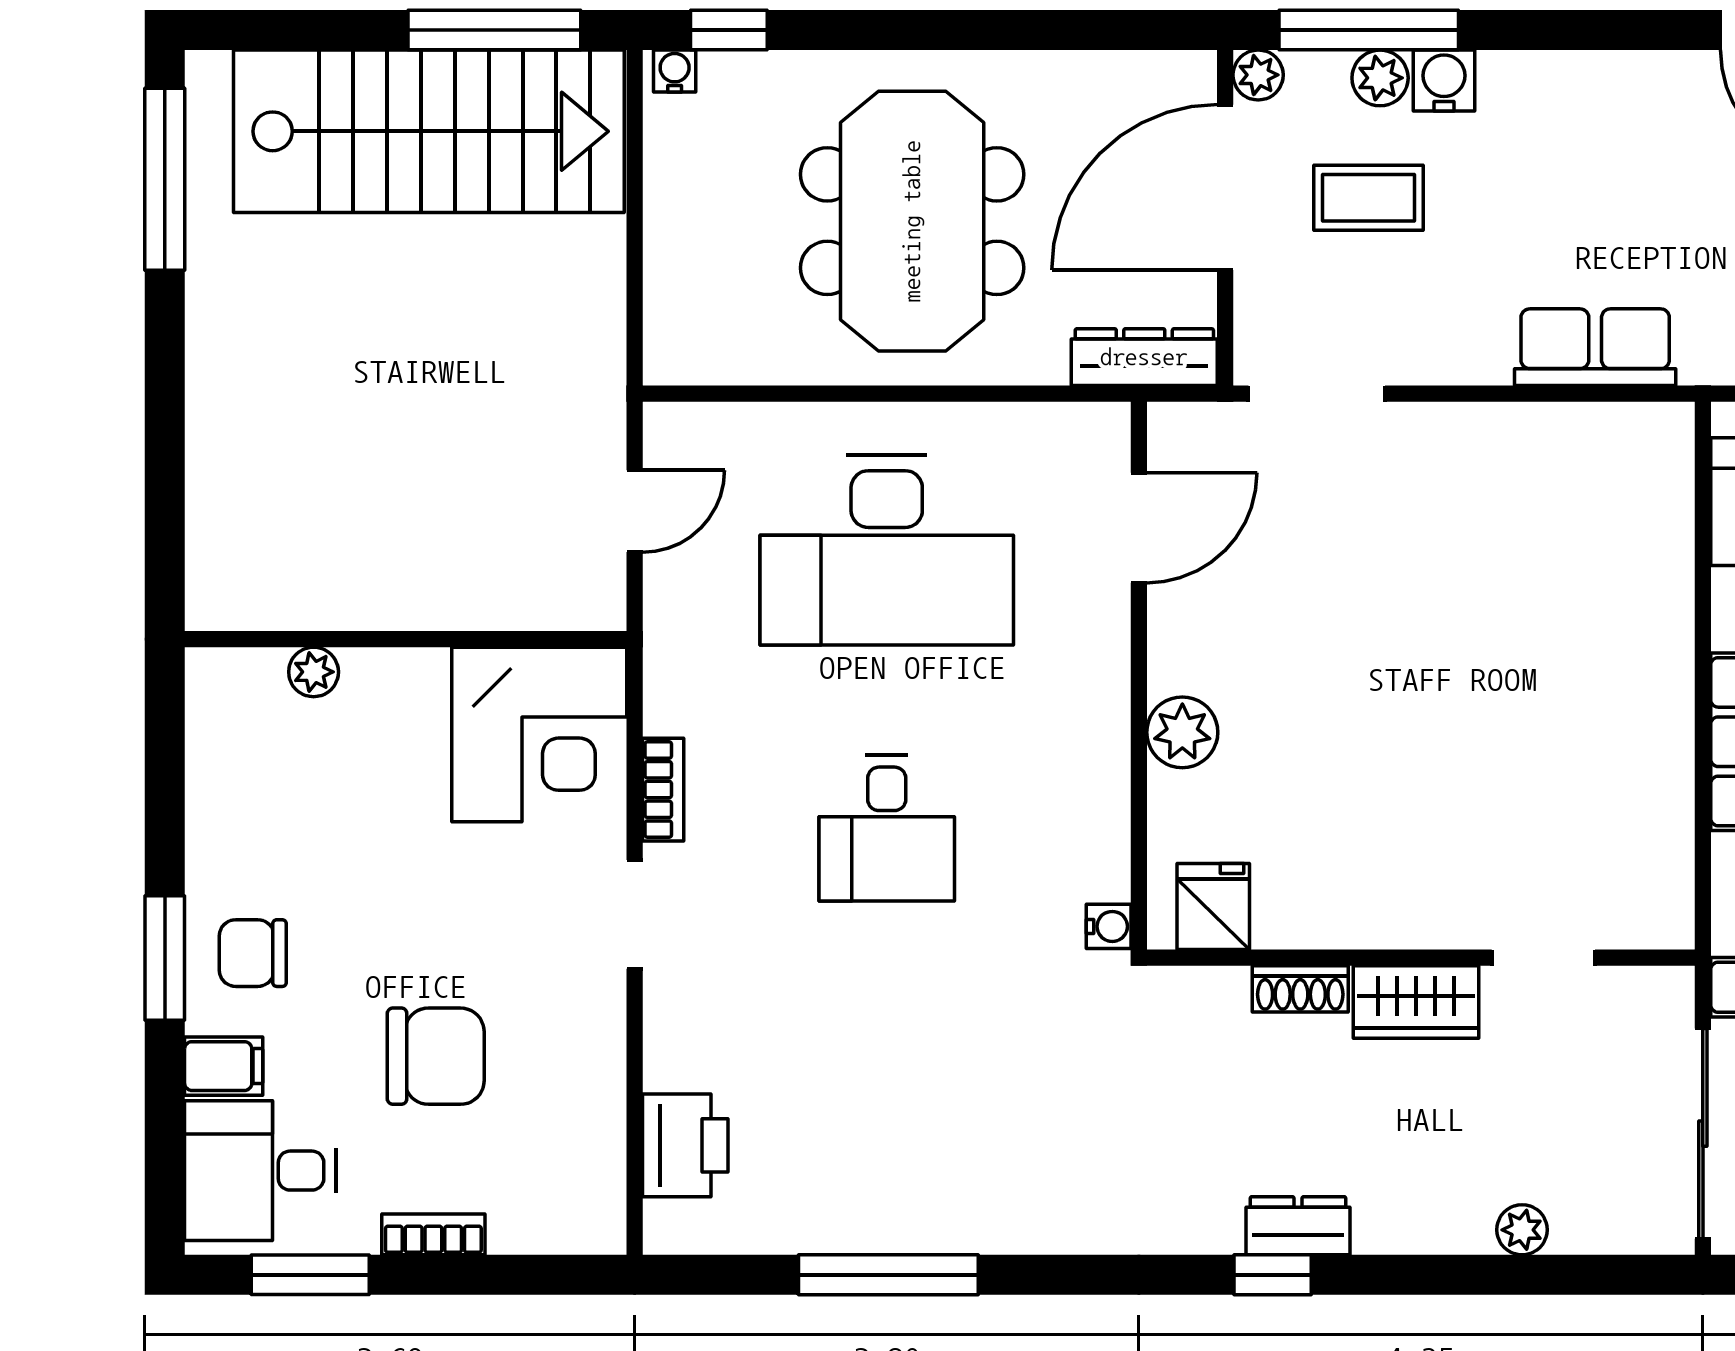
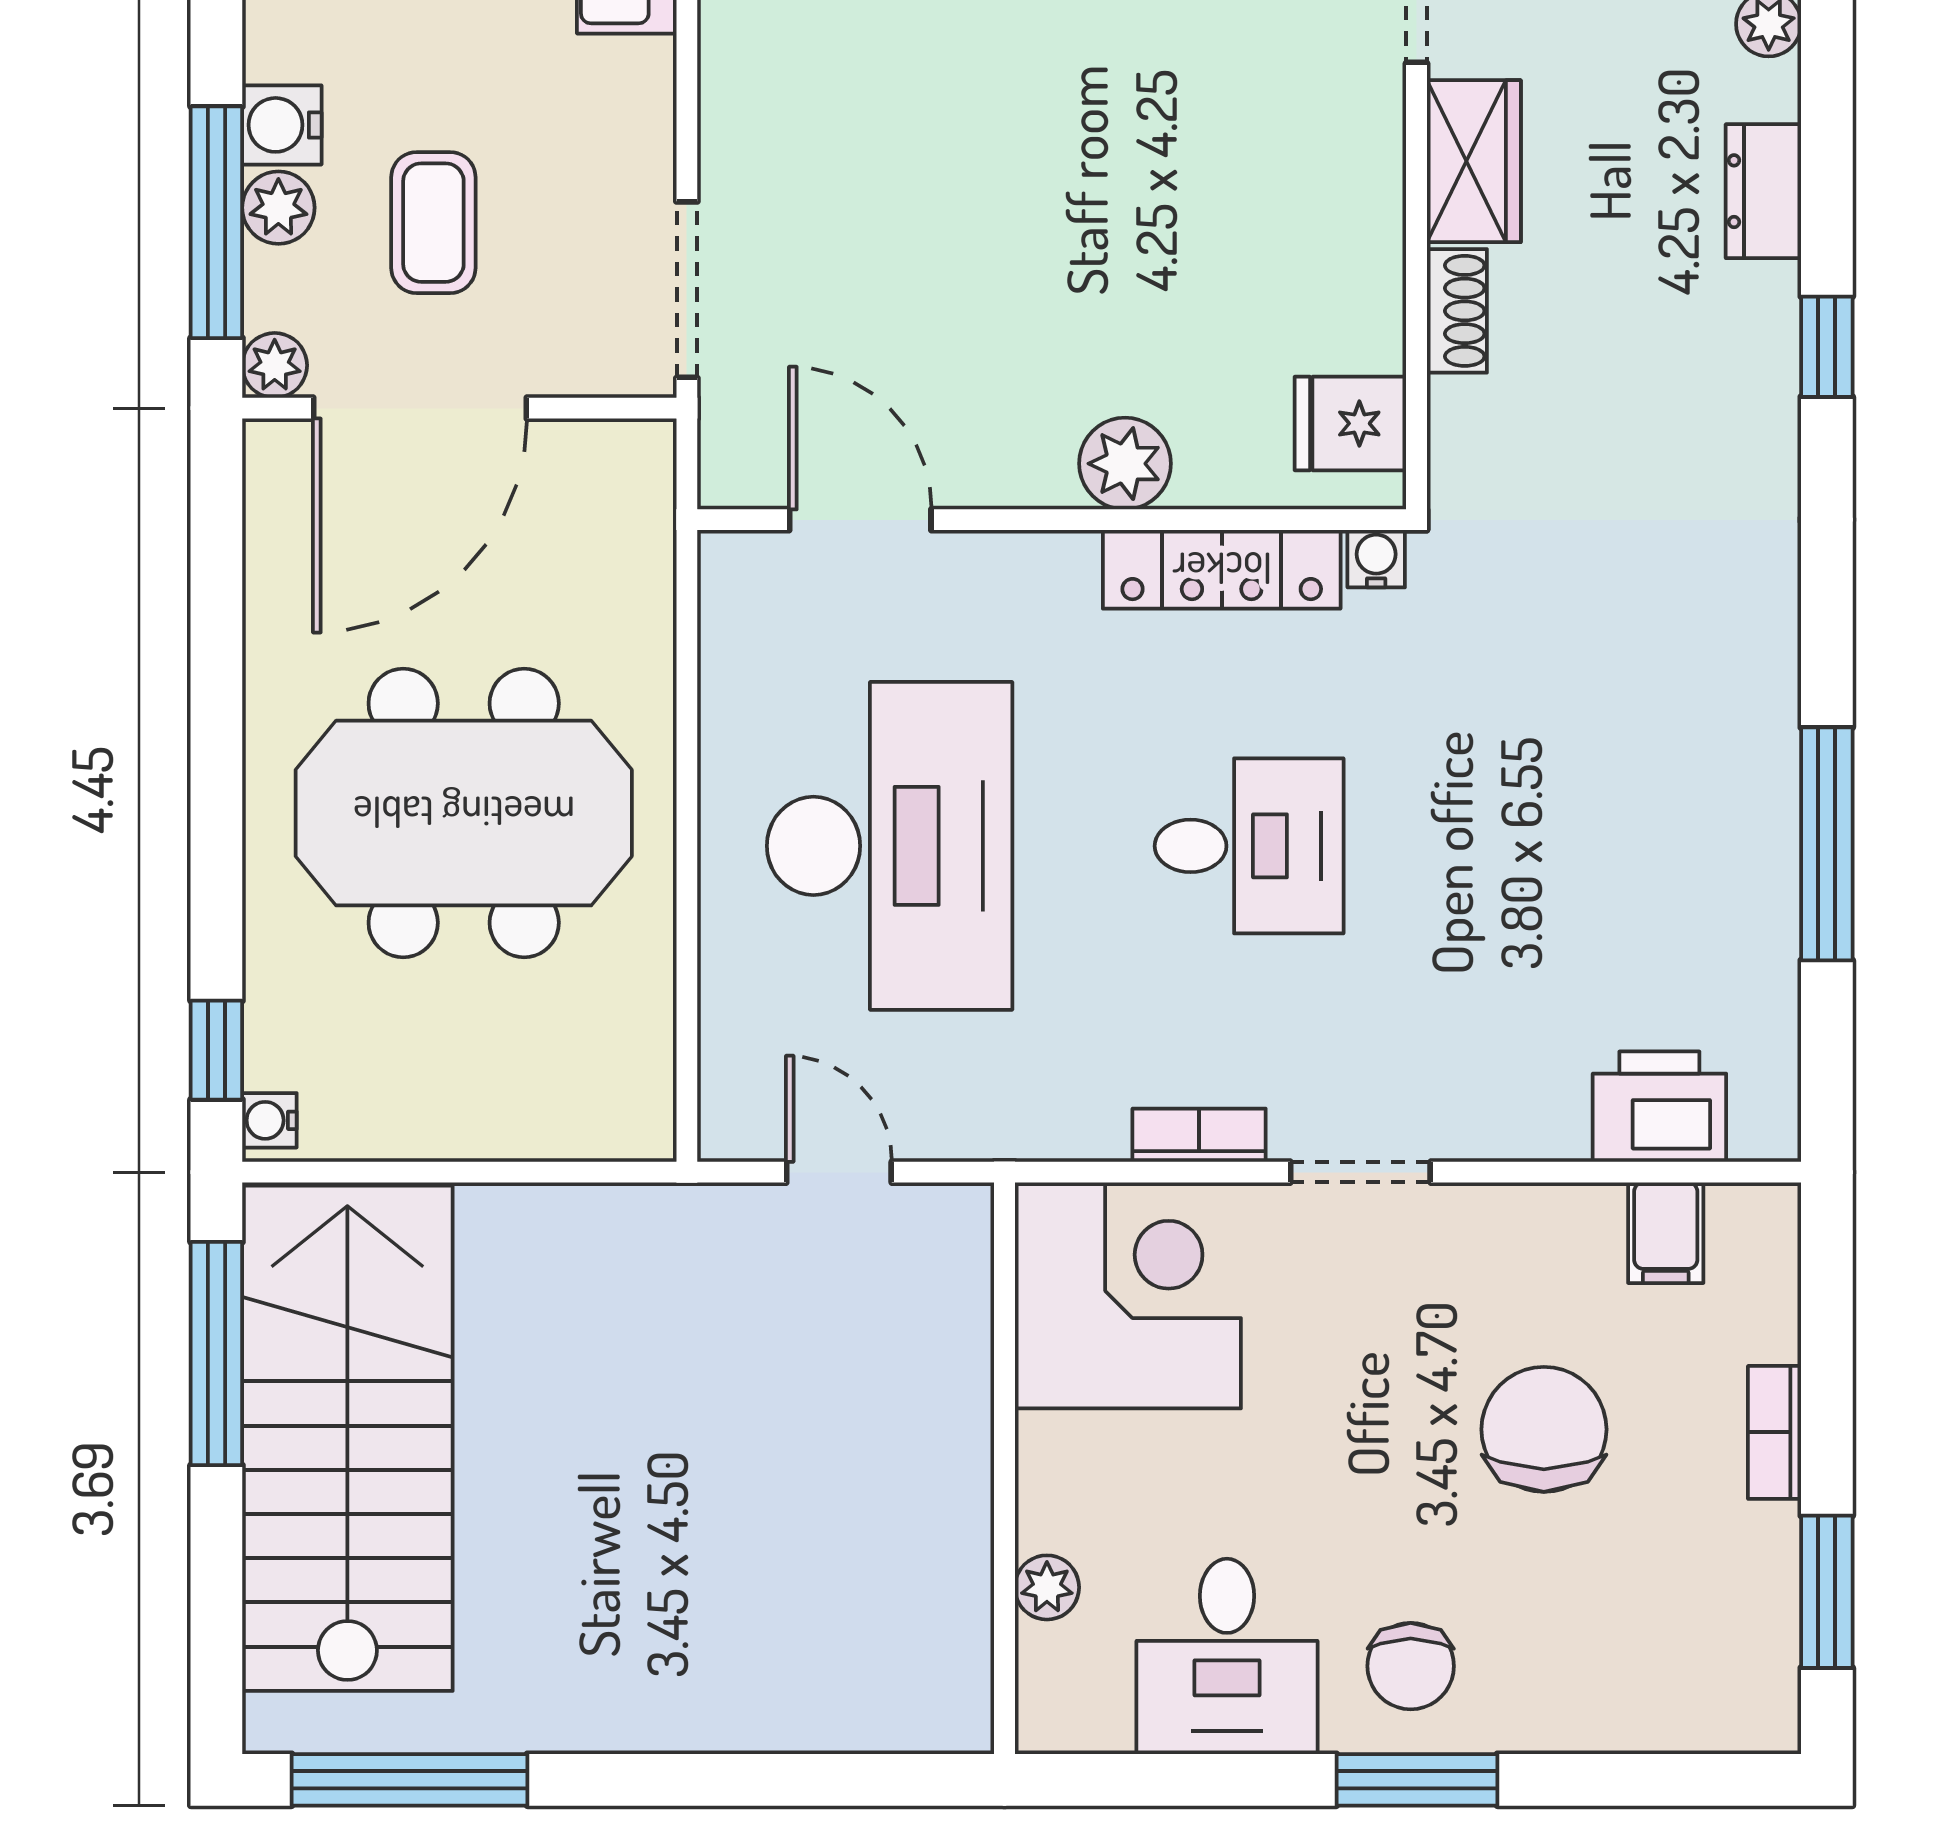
door: (1225, 187) -> (420, 408), hinge flipped
dresser: (1144, 357) -> (640, 513), removed
locker: (1100, 807) -> (1222, 569), added
filing cabinet: (224, 1066) -> (1666, 1233), moved, turned 180
desk: (260, 1171) -> (1227, 1656), moved
dresser: (1298, 1226) -> (1763, 191), moved

